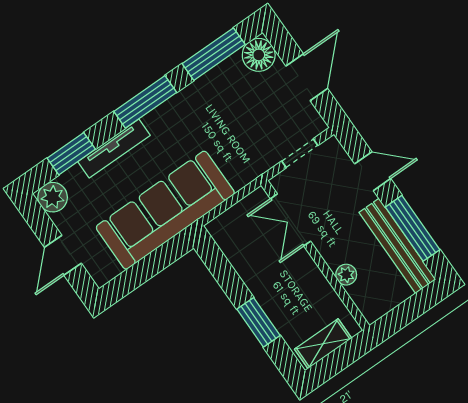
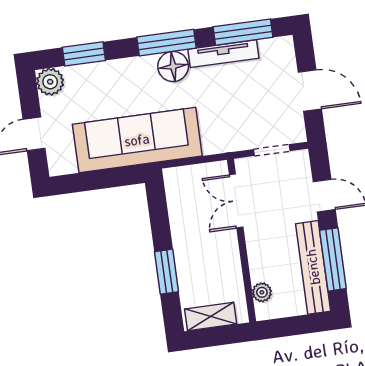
floor lamp: (259, 55) -> (173, 66), moved
door: (307, 77) -> (310, 91), hinge flipped
tv unit: (114, 149) -> (223, 54), moved
plant: (346, 275) -> (262, 292), moved

